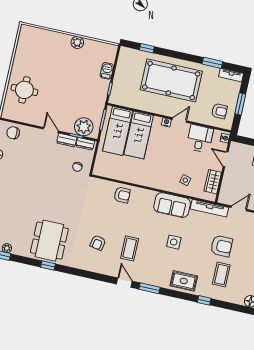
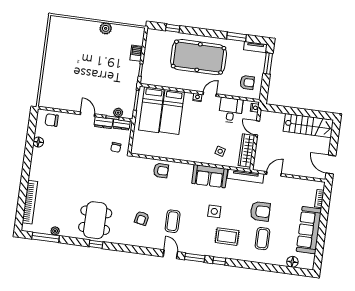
round table: (24, 90) -> (59, 78), removed
window: (240, 104) -> (268, 63), moved
plant: (84, 127) -> (118, 113), width x0.53, depth x0.53
wardrobe: (213, 182) -> (247, 150), width x1.50
rug: (184, 281) -> (227, 237), moved
window: (204, 300) -> (219, 261), moved

